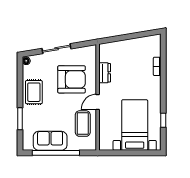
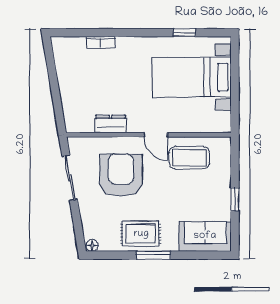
sliding door: (57, 49) -> (70, 178), moved
window: (20, 119) -> (153, 255), moved
sofa: (50, 141) -> (205, 236), moved, turned 90
window: (56, 153) -> (235, 199), width x0.32

